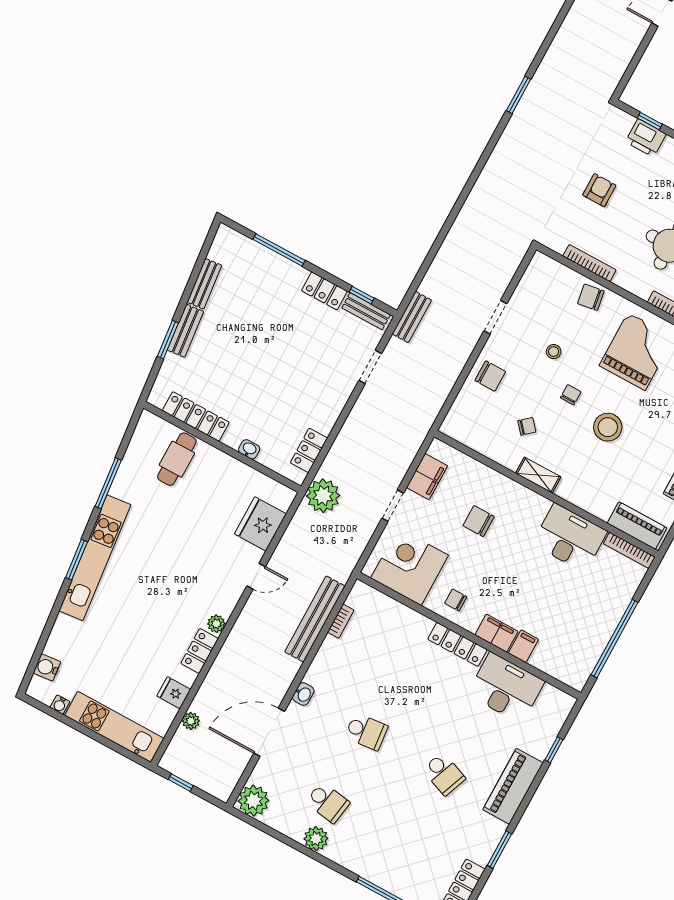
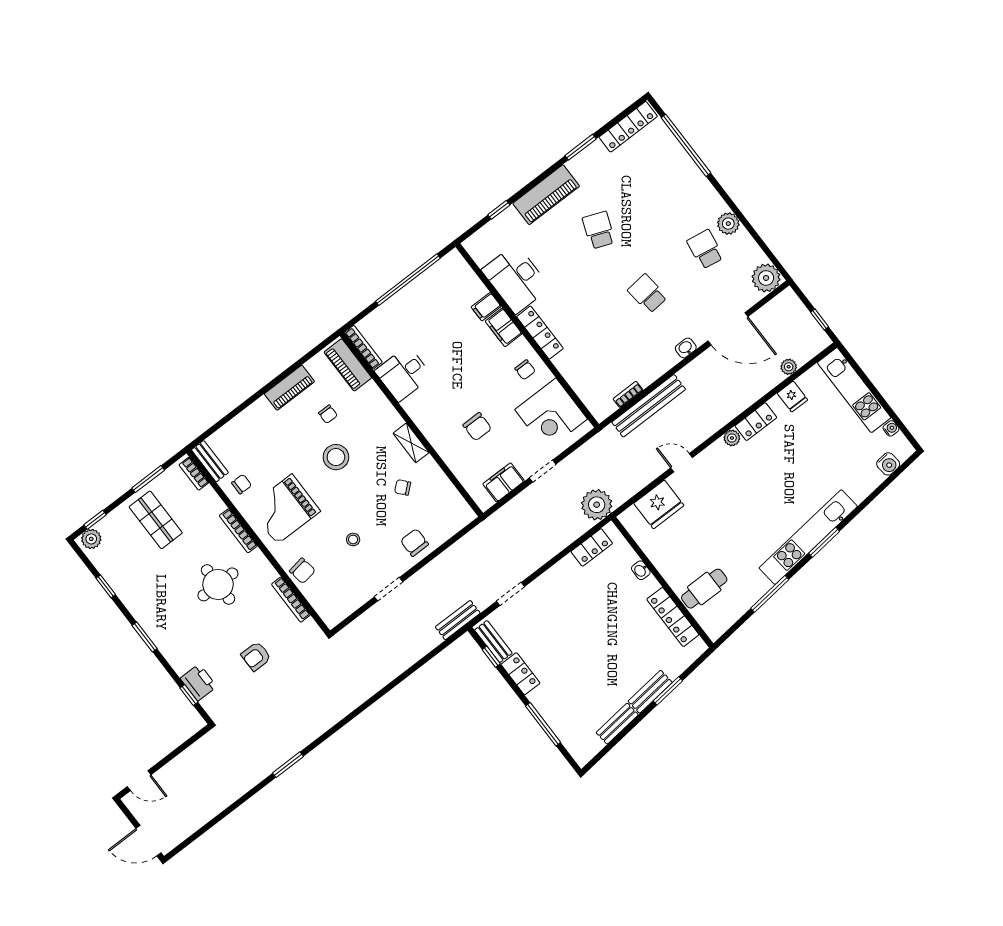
chair: (571, 395) -> (328, 414), moved, turned -90
desk: (570, 538) -> (403, 374), width x0.73

